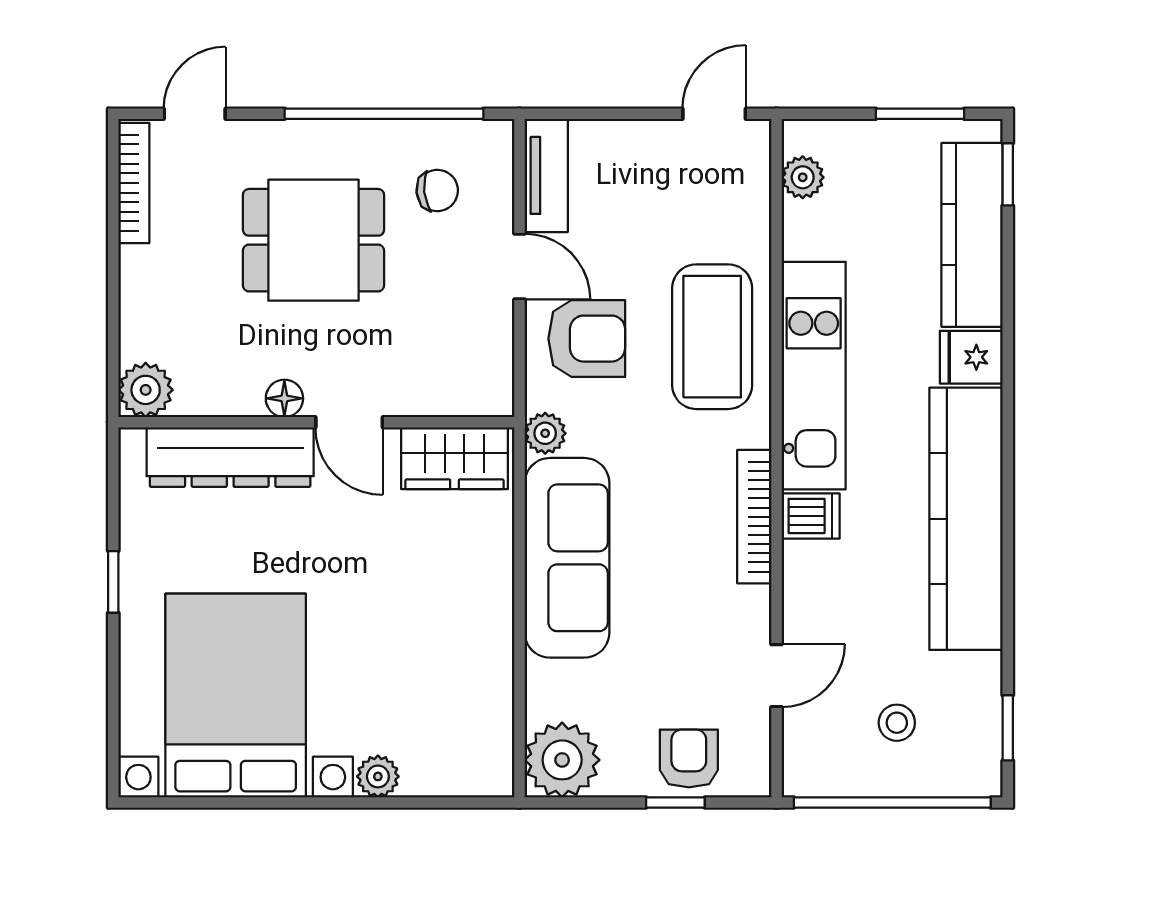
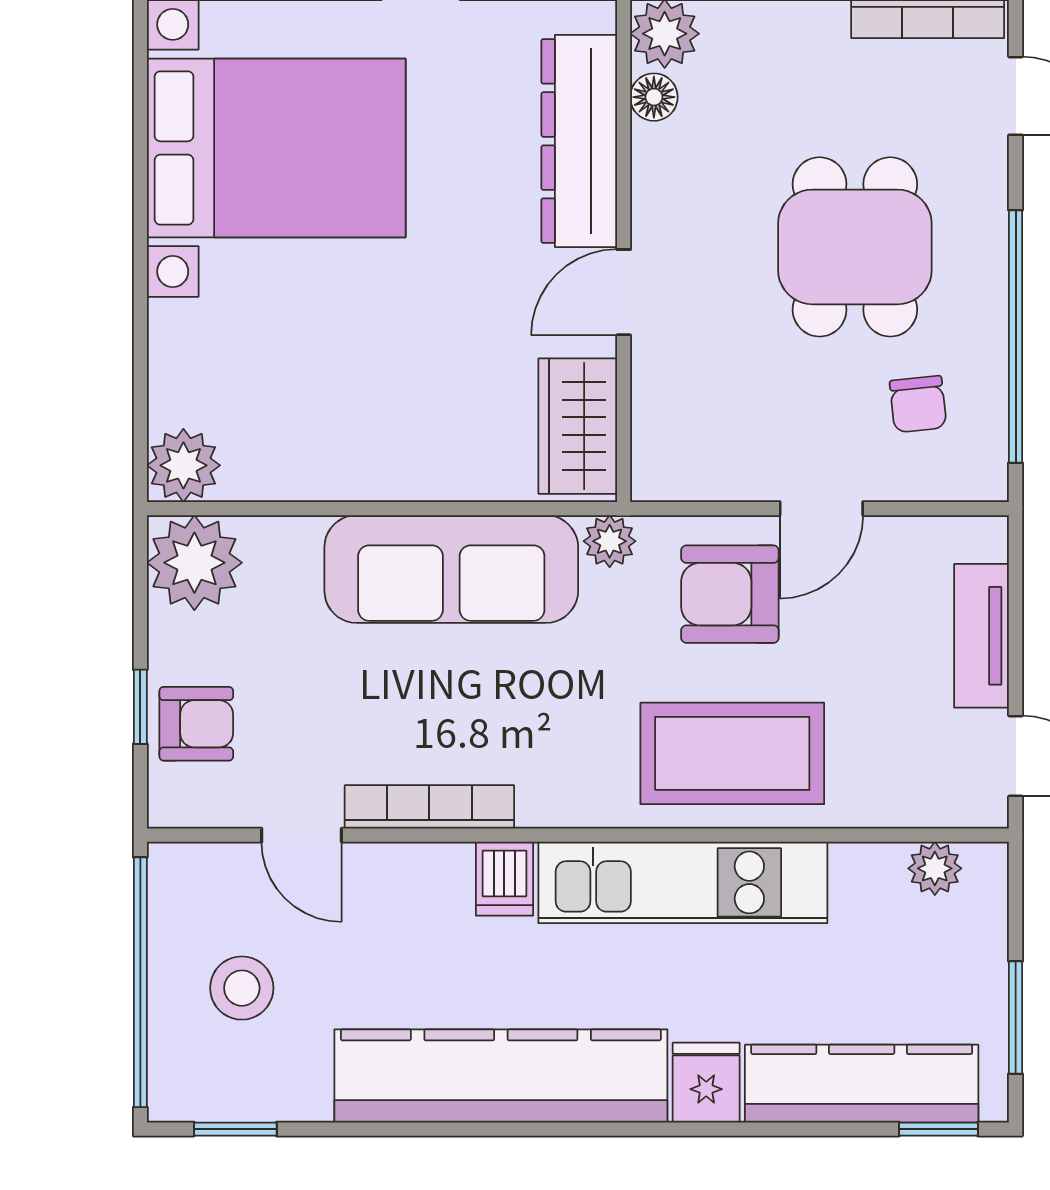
tv unit: (546, 175) -> (982, 636), moved, turned 90
armchair: (587, 339) -> (730, 594), turned 90
floor lamp: (284, 398) -> (654, 97), moved
bookcase: (754, 517) -> (429, 807), moved
stool: (897, 723) -> (242, 988), width x1.37, depth x1.37
plant: (378, 776) -> (183, 465), moved, width x1.38, depth x1.38

